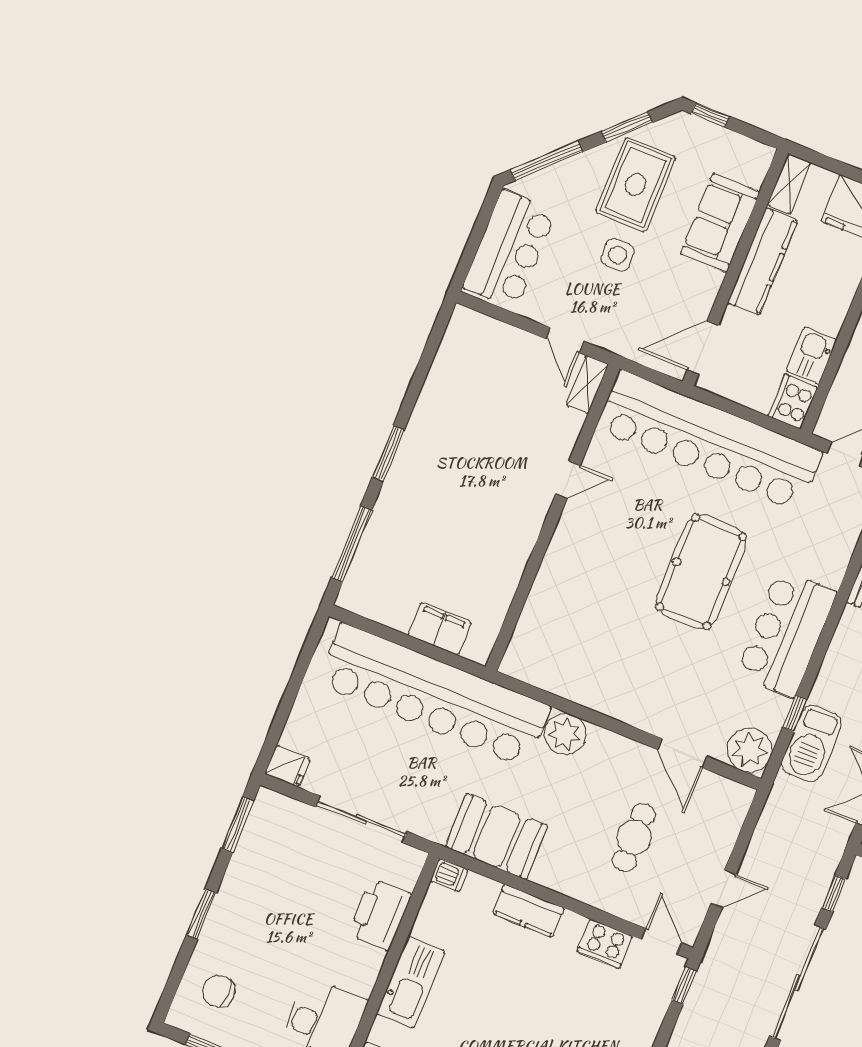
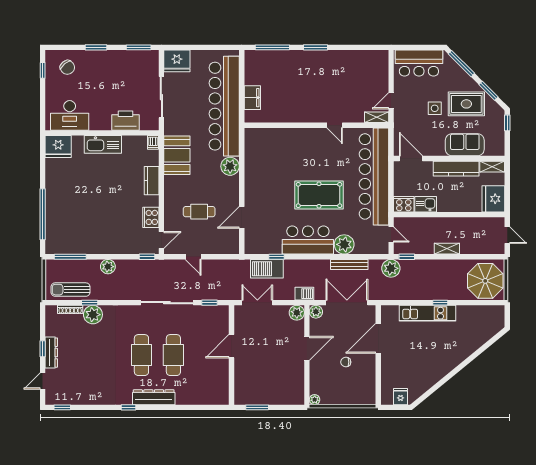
plant: (750, 750) -> (344, 244), moved
fridge: (287, 766) -> (177, 61), width x1.88, depth x1.34
chair: (219, 991) -> (67, 67), turned 140

